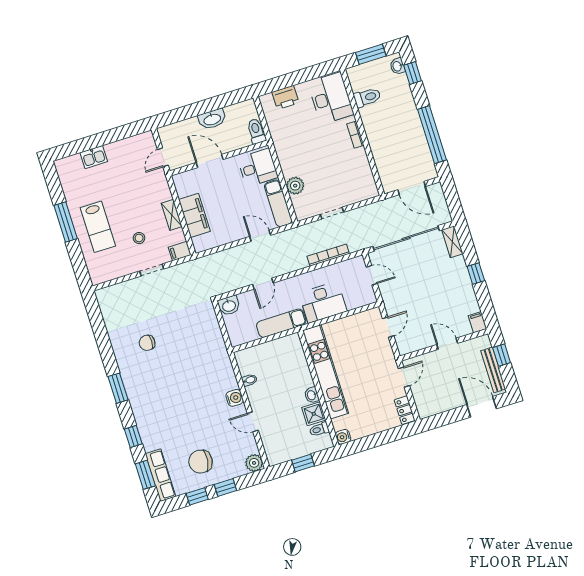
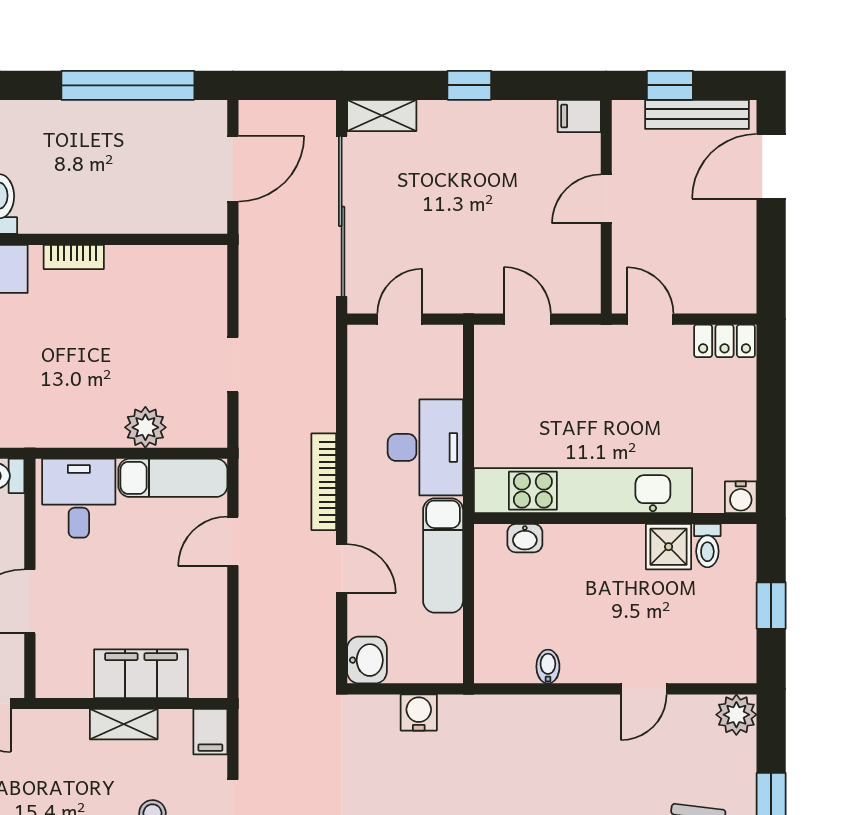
bookcase: (328, 255) -> (324, 482), moved
washbasin: (312, 395) -> (525, 538), moved
water cooler: (235, 398) -> (419, 712), moved

